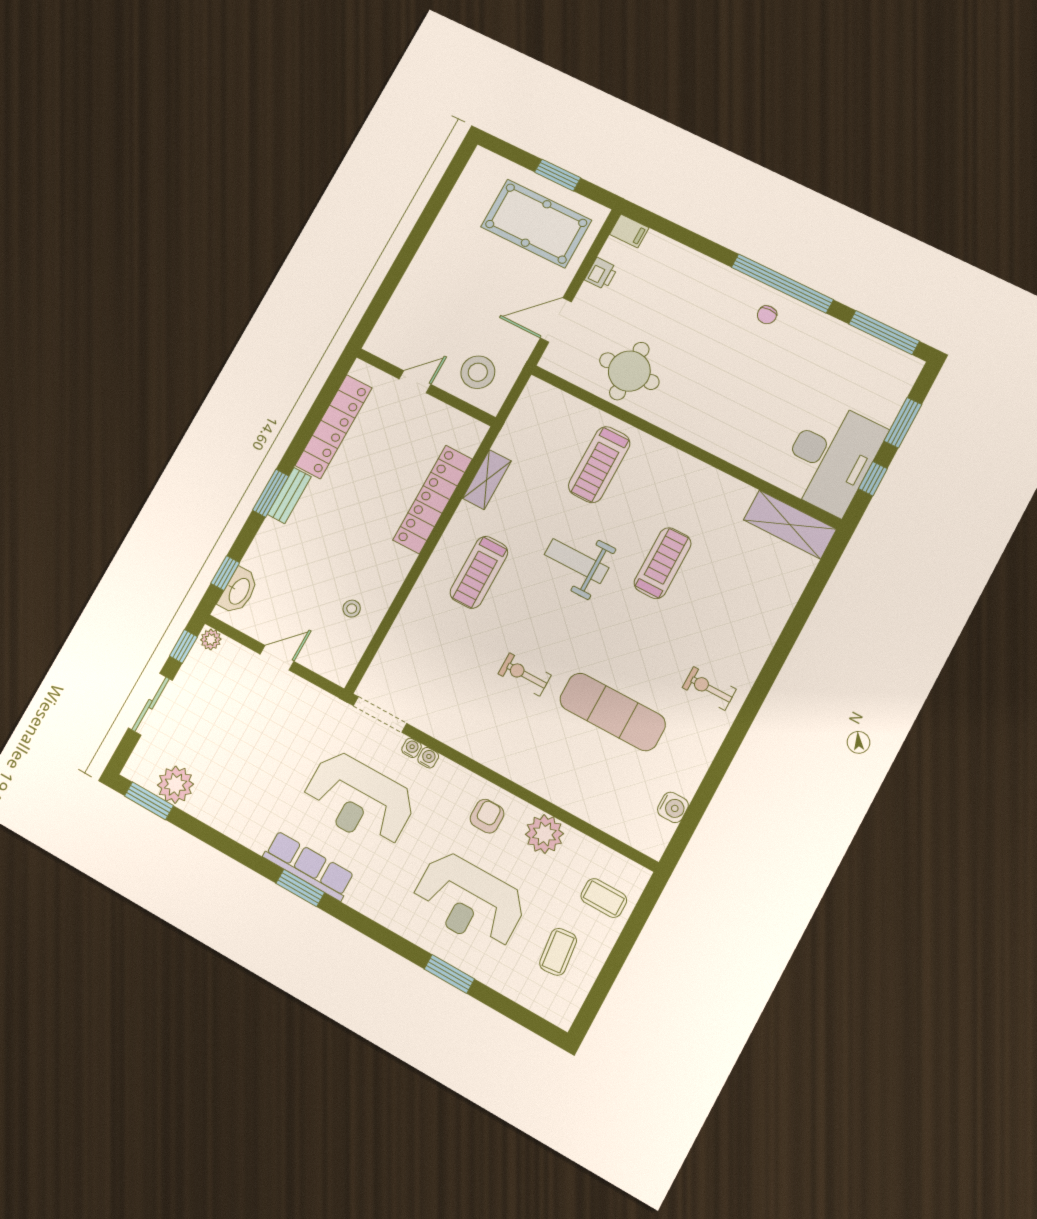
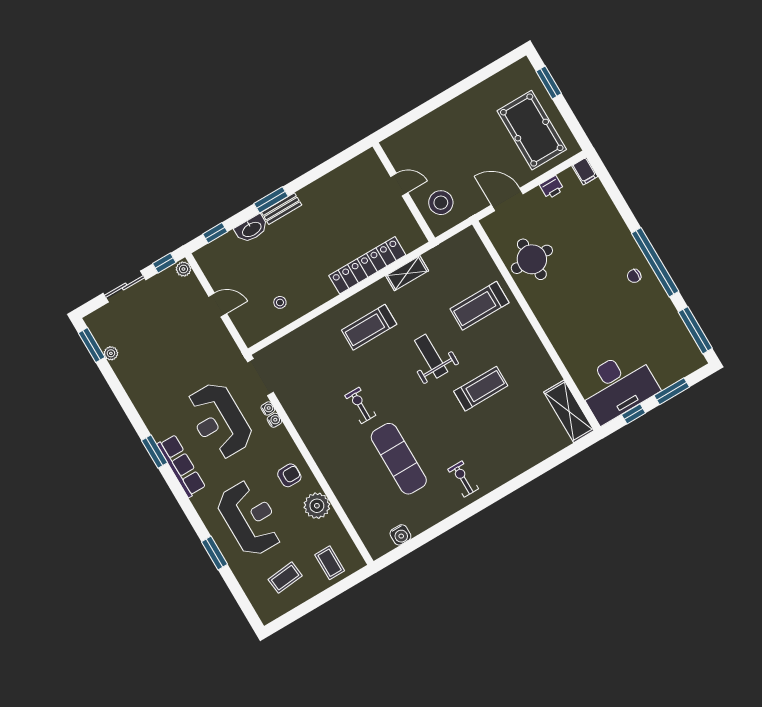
window: (558, 175) -> (549, 82), moved
locker: (334, 427) -> (333, 182), removed
washbasin: (239, 591) -> (251, 229), moved
plant: (175, 785) -> (111, 353), width x0.53, depth x0.53
row of seats: (309, 866) -> (181, 466), moved
reception desk: (469, 901) -> (250, 518), turned 180

